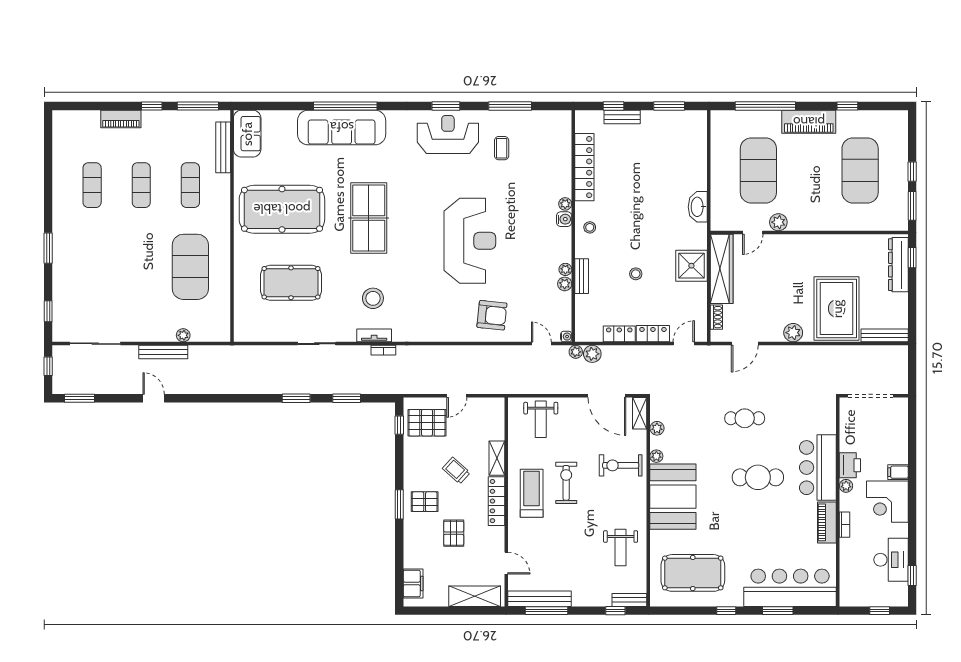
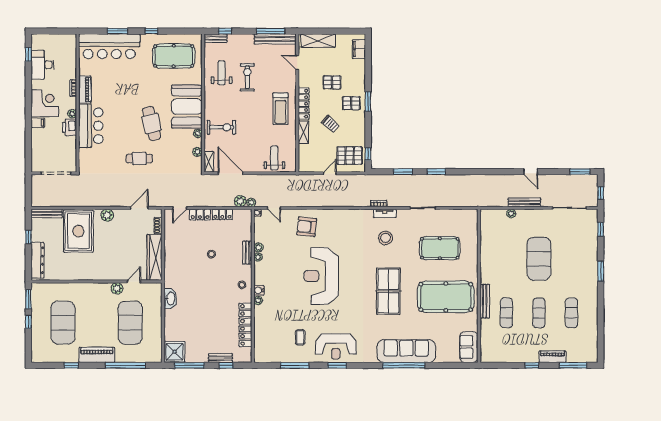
window: (198, 106) -> (573, 365), moved
window: (669, 106) -> (189, 365), width x1.44
bench: (223, 147) -> (485, 301), moved
window: (912, 258) -> (28, 237), moved
shower: (691, 266) -> (175, 352), moved
exercise mat: (190, 267) -> (539, 259), moved
cafe table: (758, 477) -> (151, 123), moved, turned 76
exercise bike: (566, 483) -> (247, 77), moved, turned 180
pallet: (454, 533) -> (332, 82), turned 90
window: (880, 611) -> (50, 31), removed

